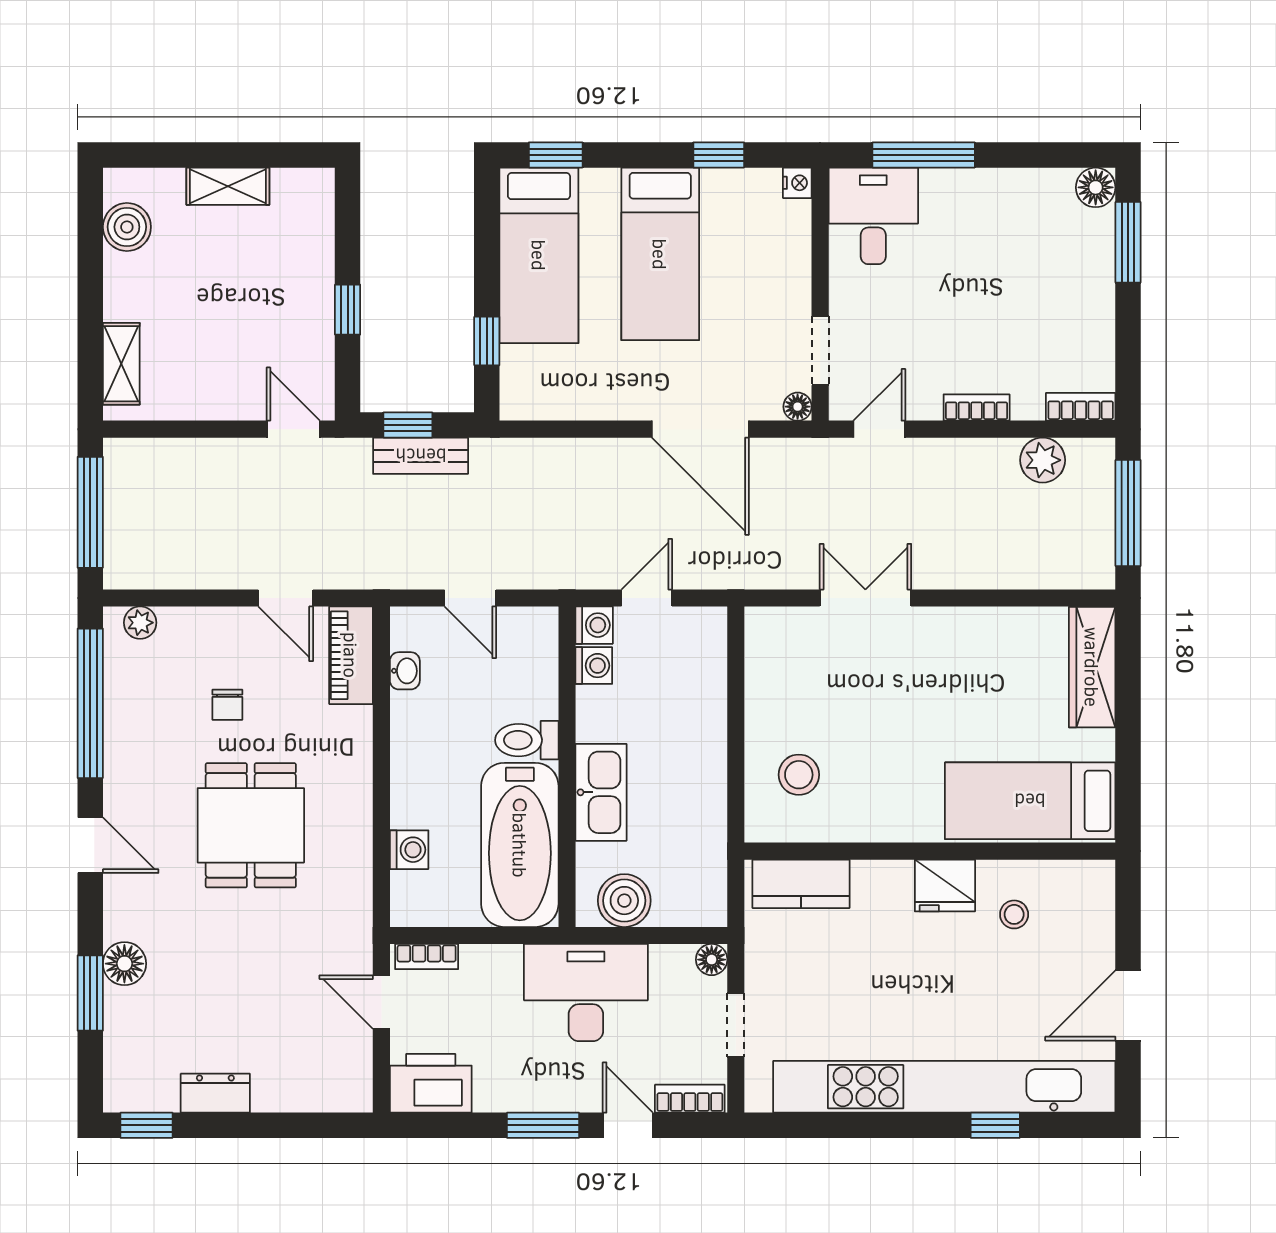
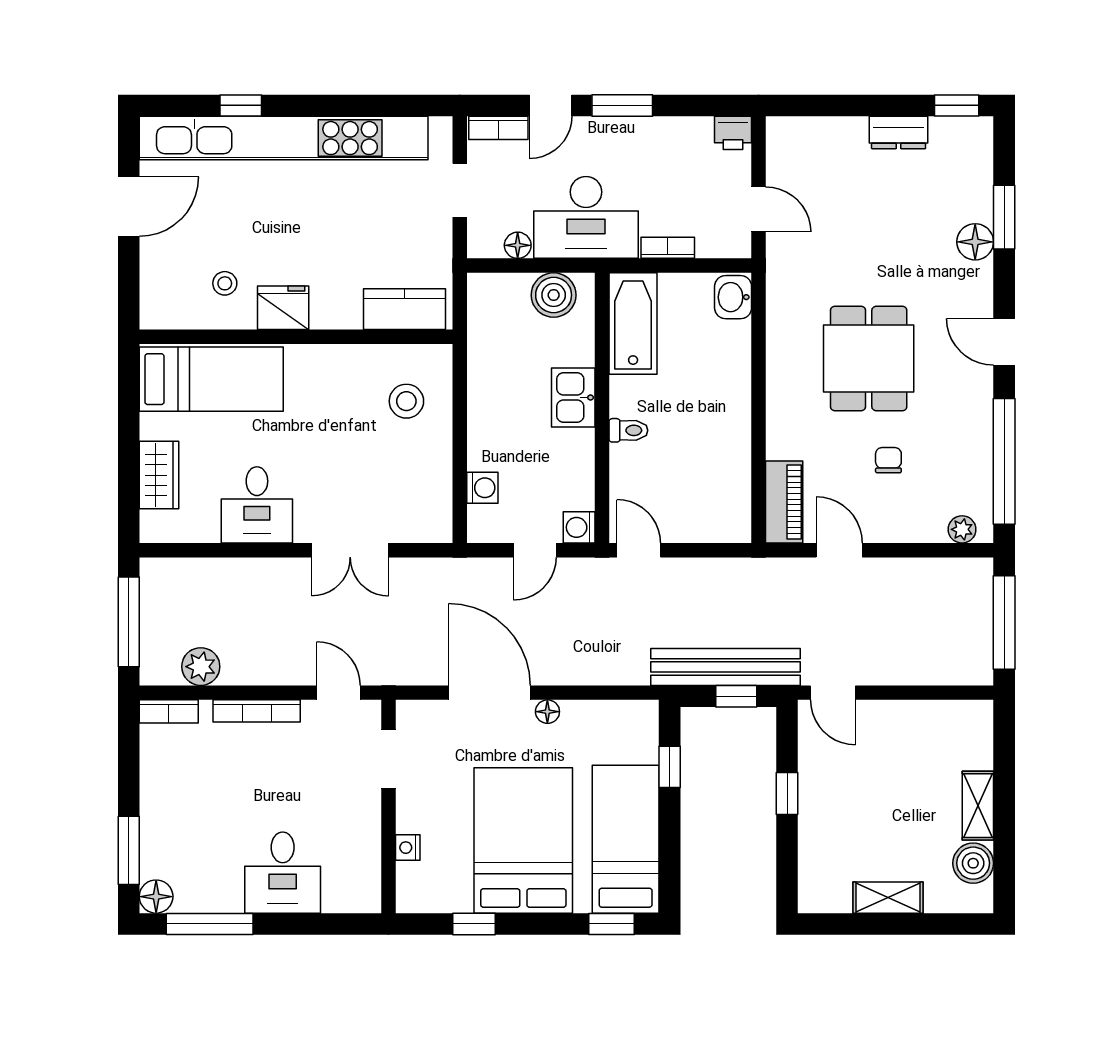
window: (924, 155) -> (210, 924), moved
nightstand: (797, 183) -> (408, 848), moved
desk: (873, 216) -> (283, 873), moved
bed: (660, 254) -> (523, 840), width x1.50
shelving: (121, 364) -> (978, 806), moved
floor lamp: (798, 407) -> (547, 712), moved
bookcase: (977, 408) -> (257, 711), width x1.56
door: (879, 429) -> (338, 693), swing flipped
bench: (421, 456) -> (725, 667), width x1.86, depth x1.21
door: (470, 598) -> (639, 550), moved
desk: (976, 652) -> (257, 505), added
washing machine: (594, 666) -> (482, 488), moved, turned 180
wardrobe: (1092, 667) -> (159, 475), width x0.67
washbasin: (405, 671) -> (733, 297), moved, width x1.38, depth x1.45
toilet: (527, 740) -> (628, 430), width x0.73, depth x0.72
kitchen sink: (601, 792) -> (573, 397), width x0.73
bathtub: (520, 845) -> (633, 323), width x0.73, depth x0.73
washing machine: (409, 850) -> (735, 338), removed
bookcase: (427, 957) -> (668, 248), moved
floor lamp: (712, 960) -> (518, 245), moved
printer: (431, 1083) -> (733, 133), width x0.53, depth x0.68
door: (628, 1125) -> (551, 105), hinge flipped

